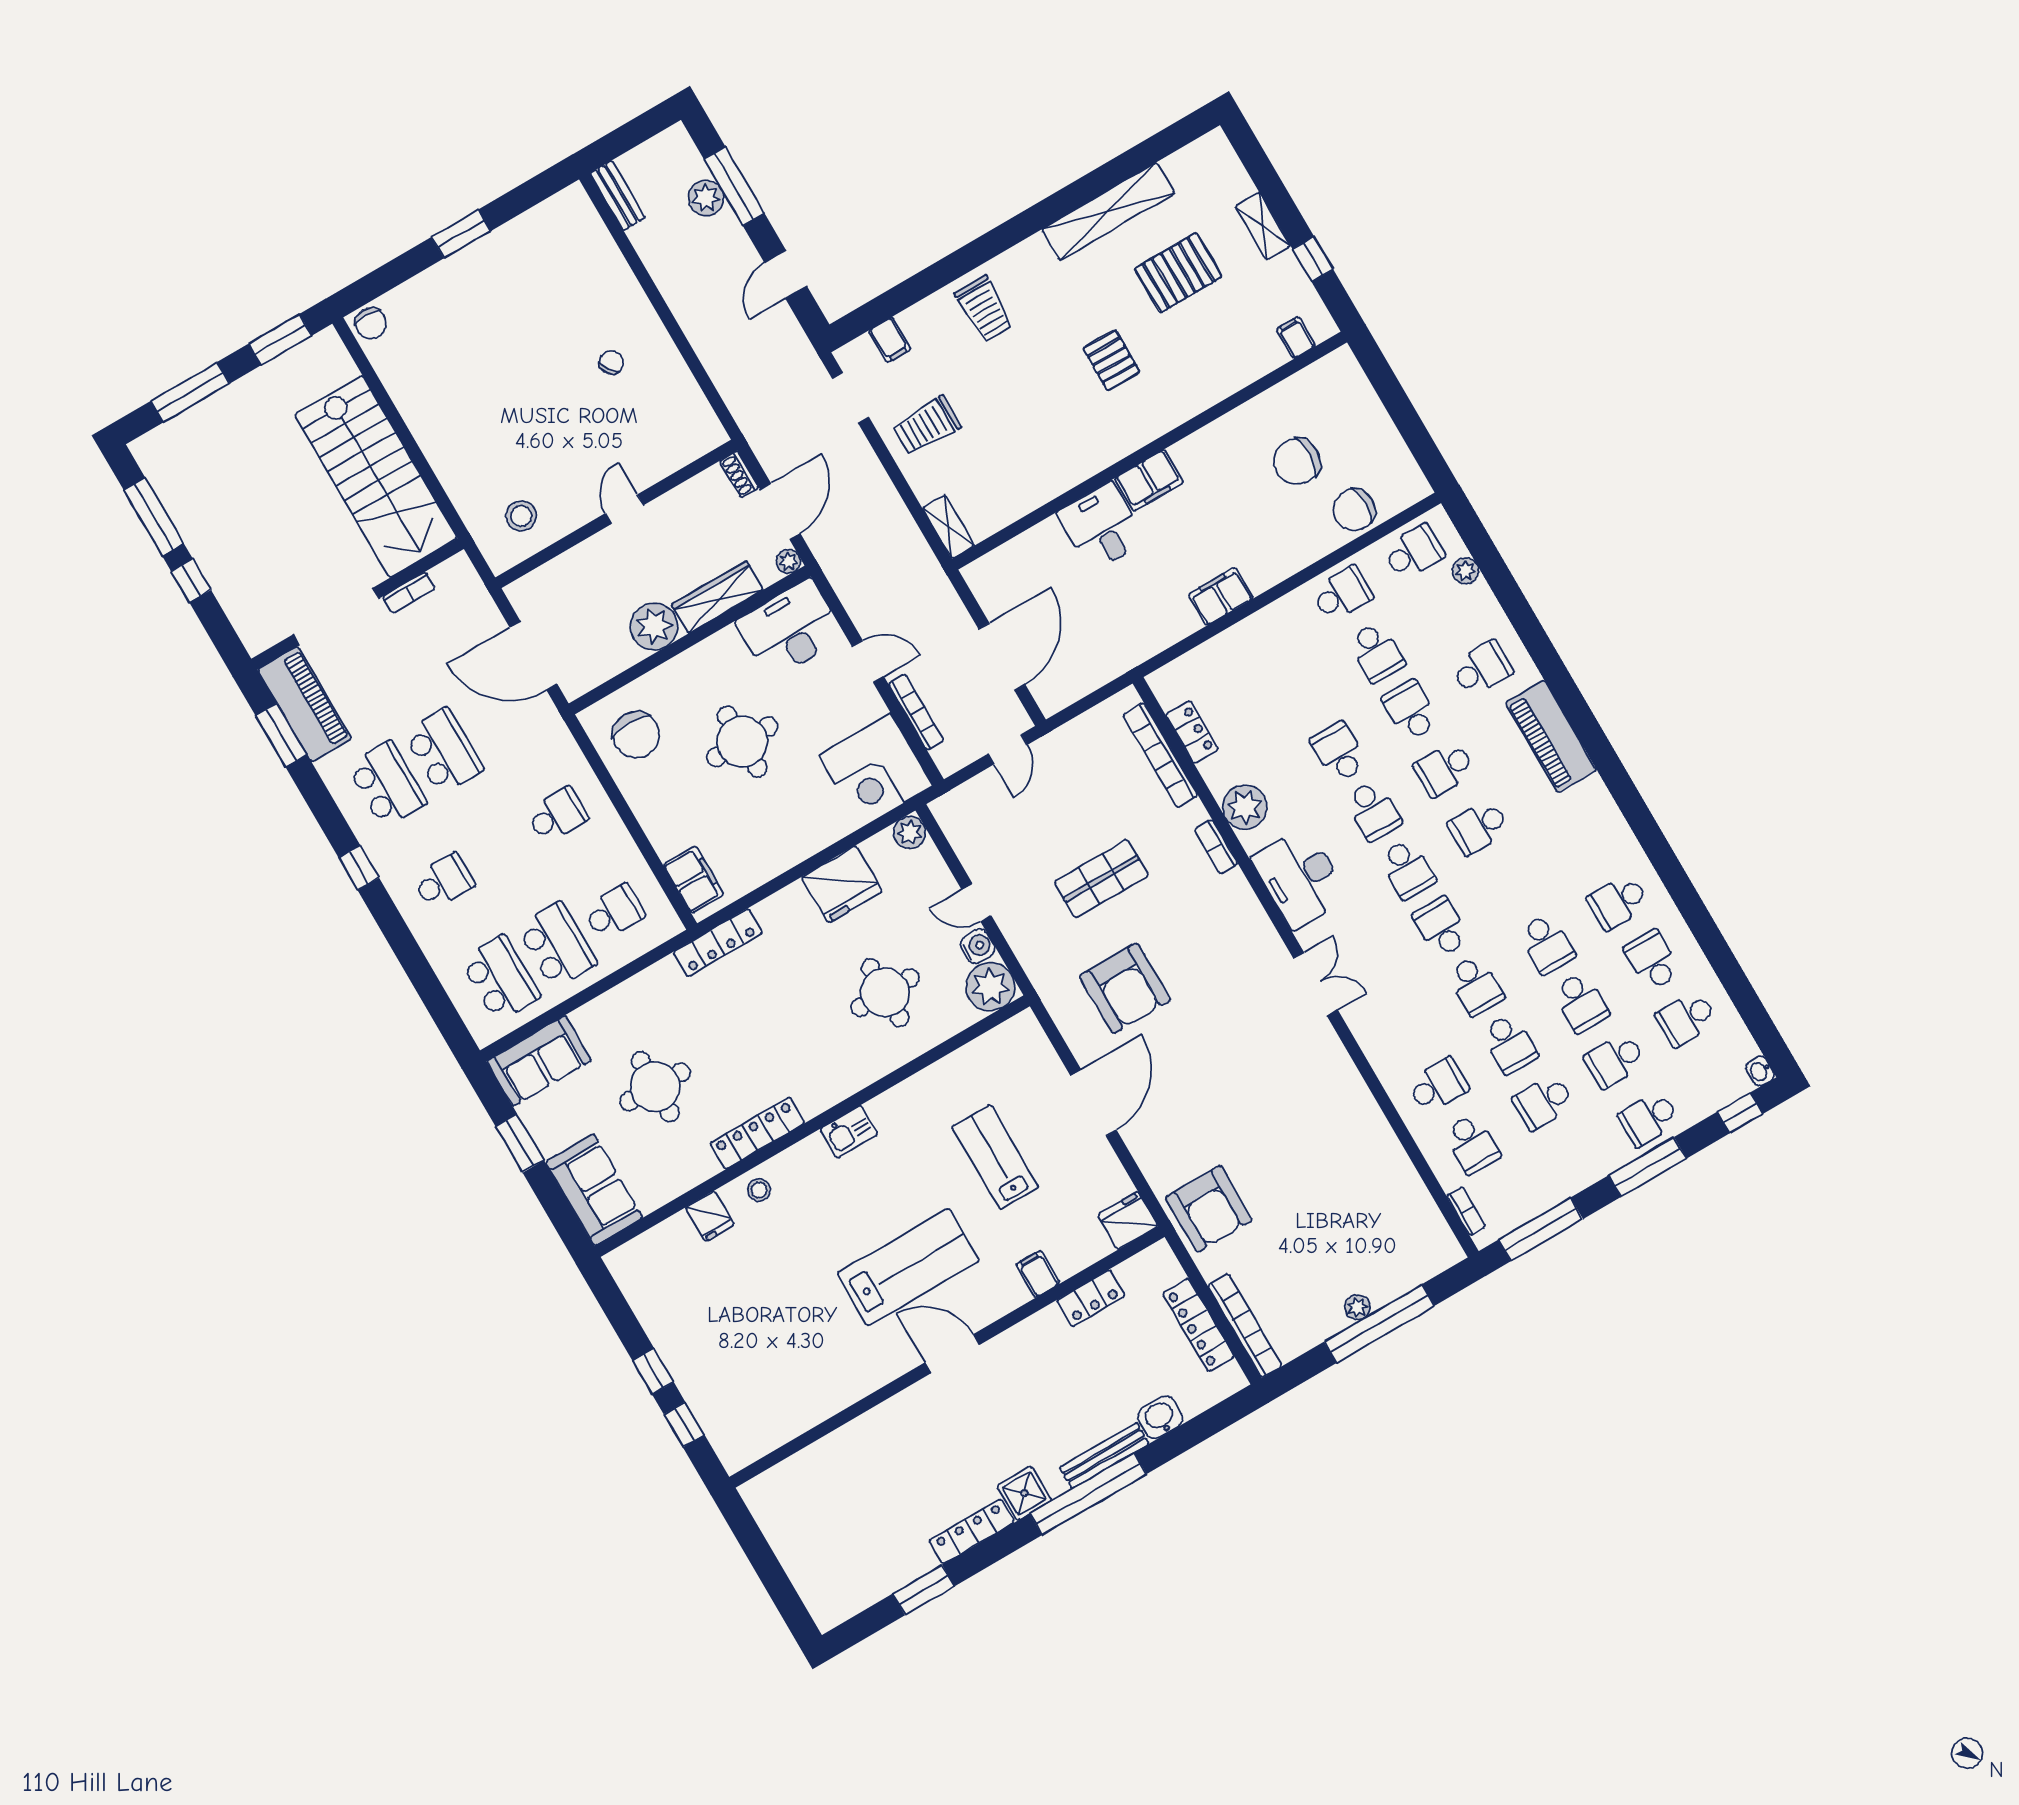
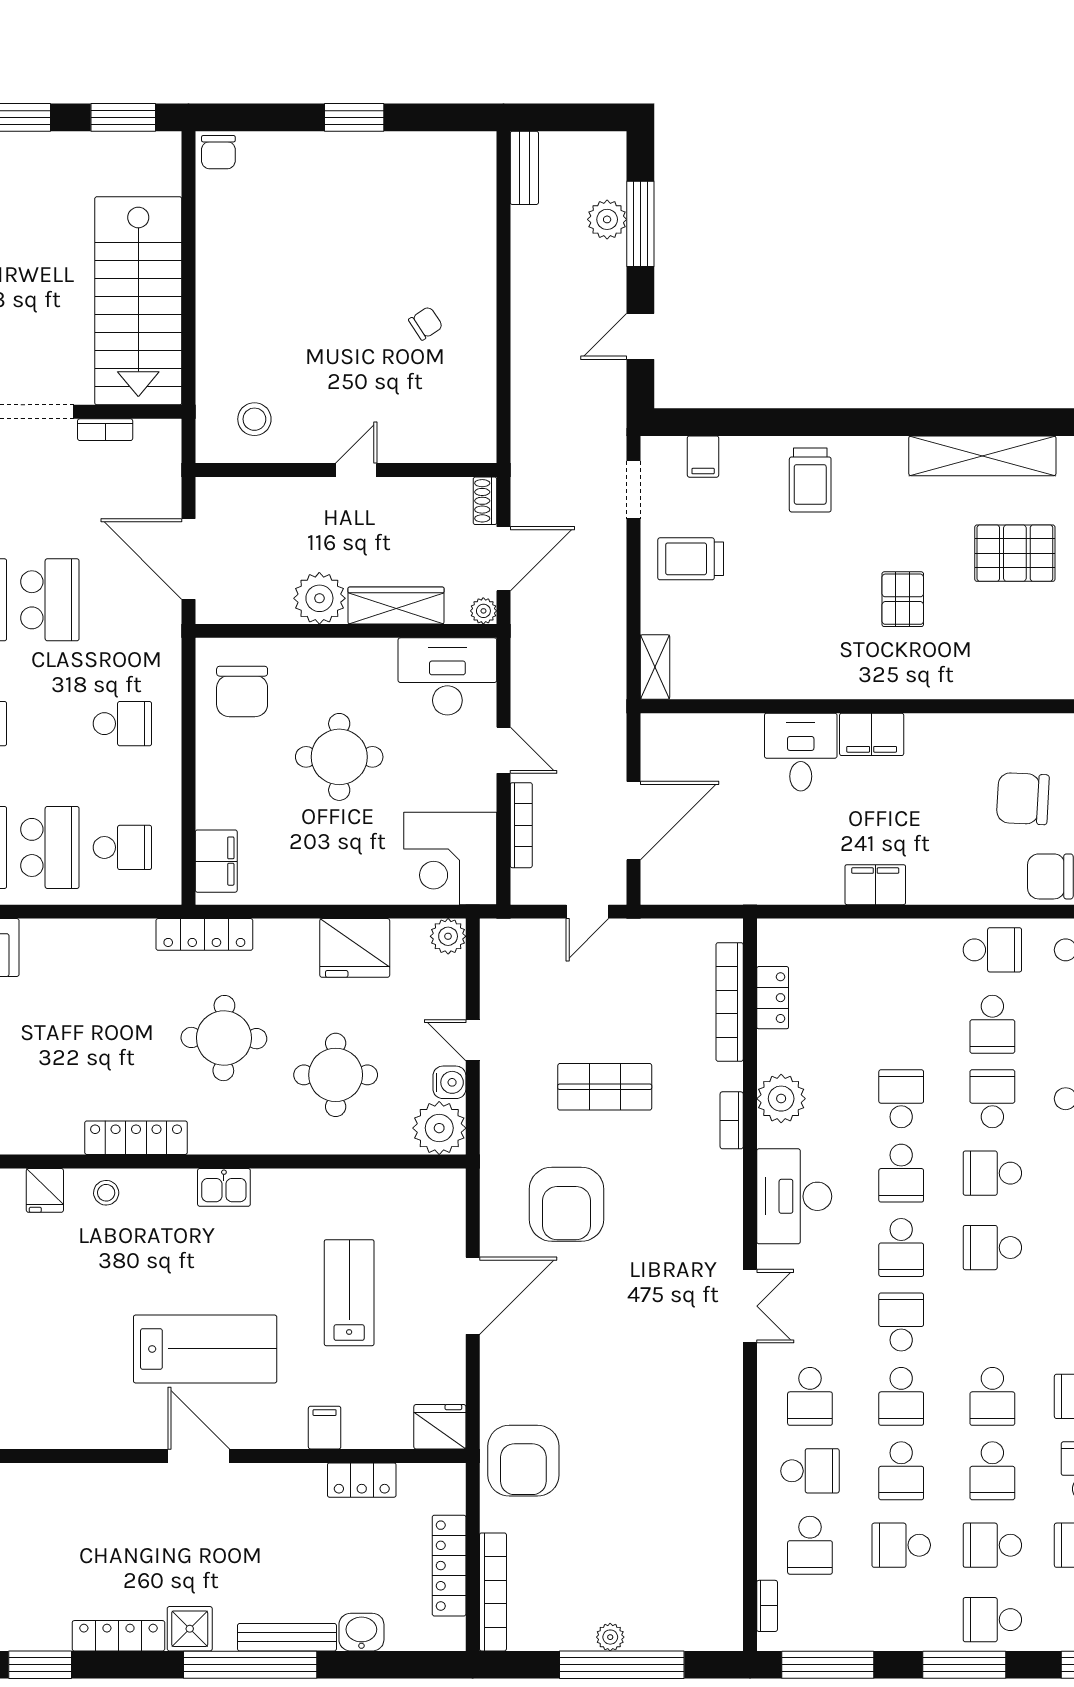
school desk: (1404, 1027) -> (810, 1396), added
round table: (655, 1087) -> (224, 1038), moved

